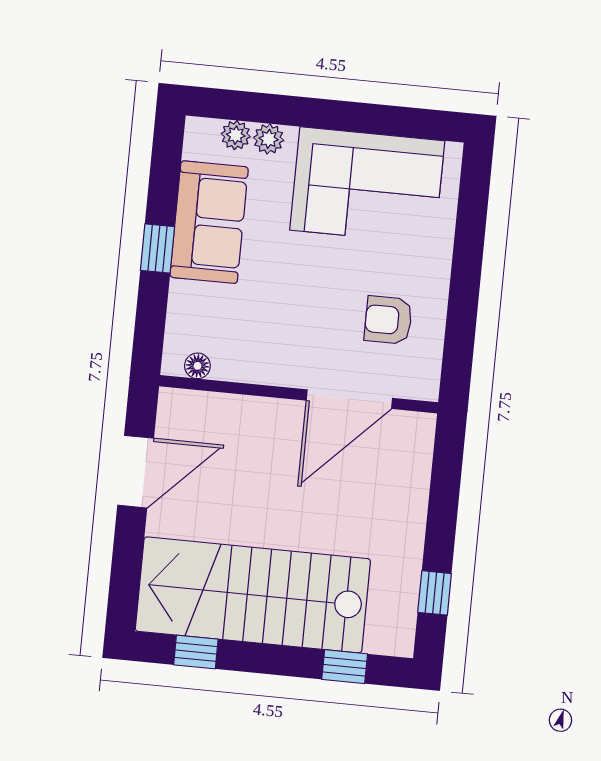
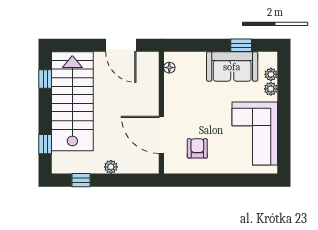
window: (157, 249) -> (241, 45), moved
plant: (411, 522) -> (111, 167), added

